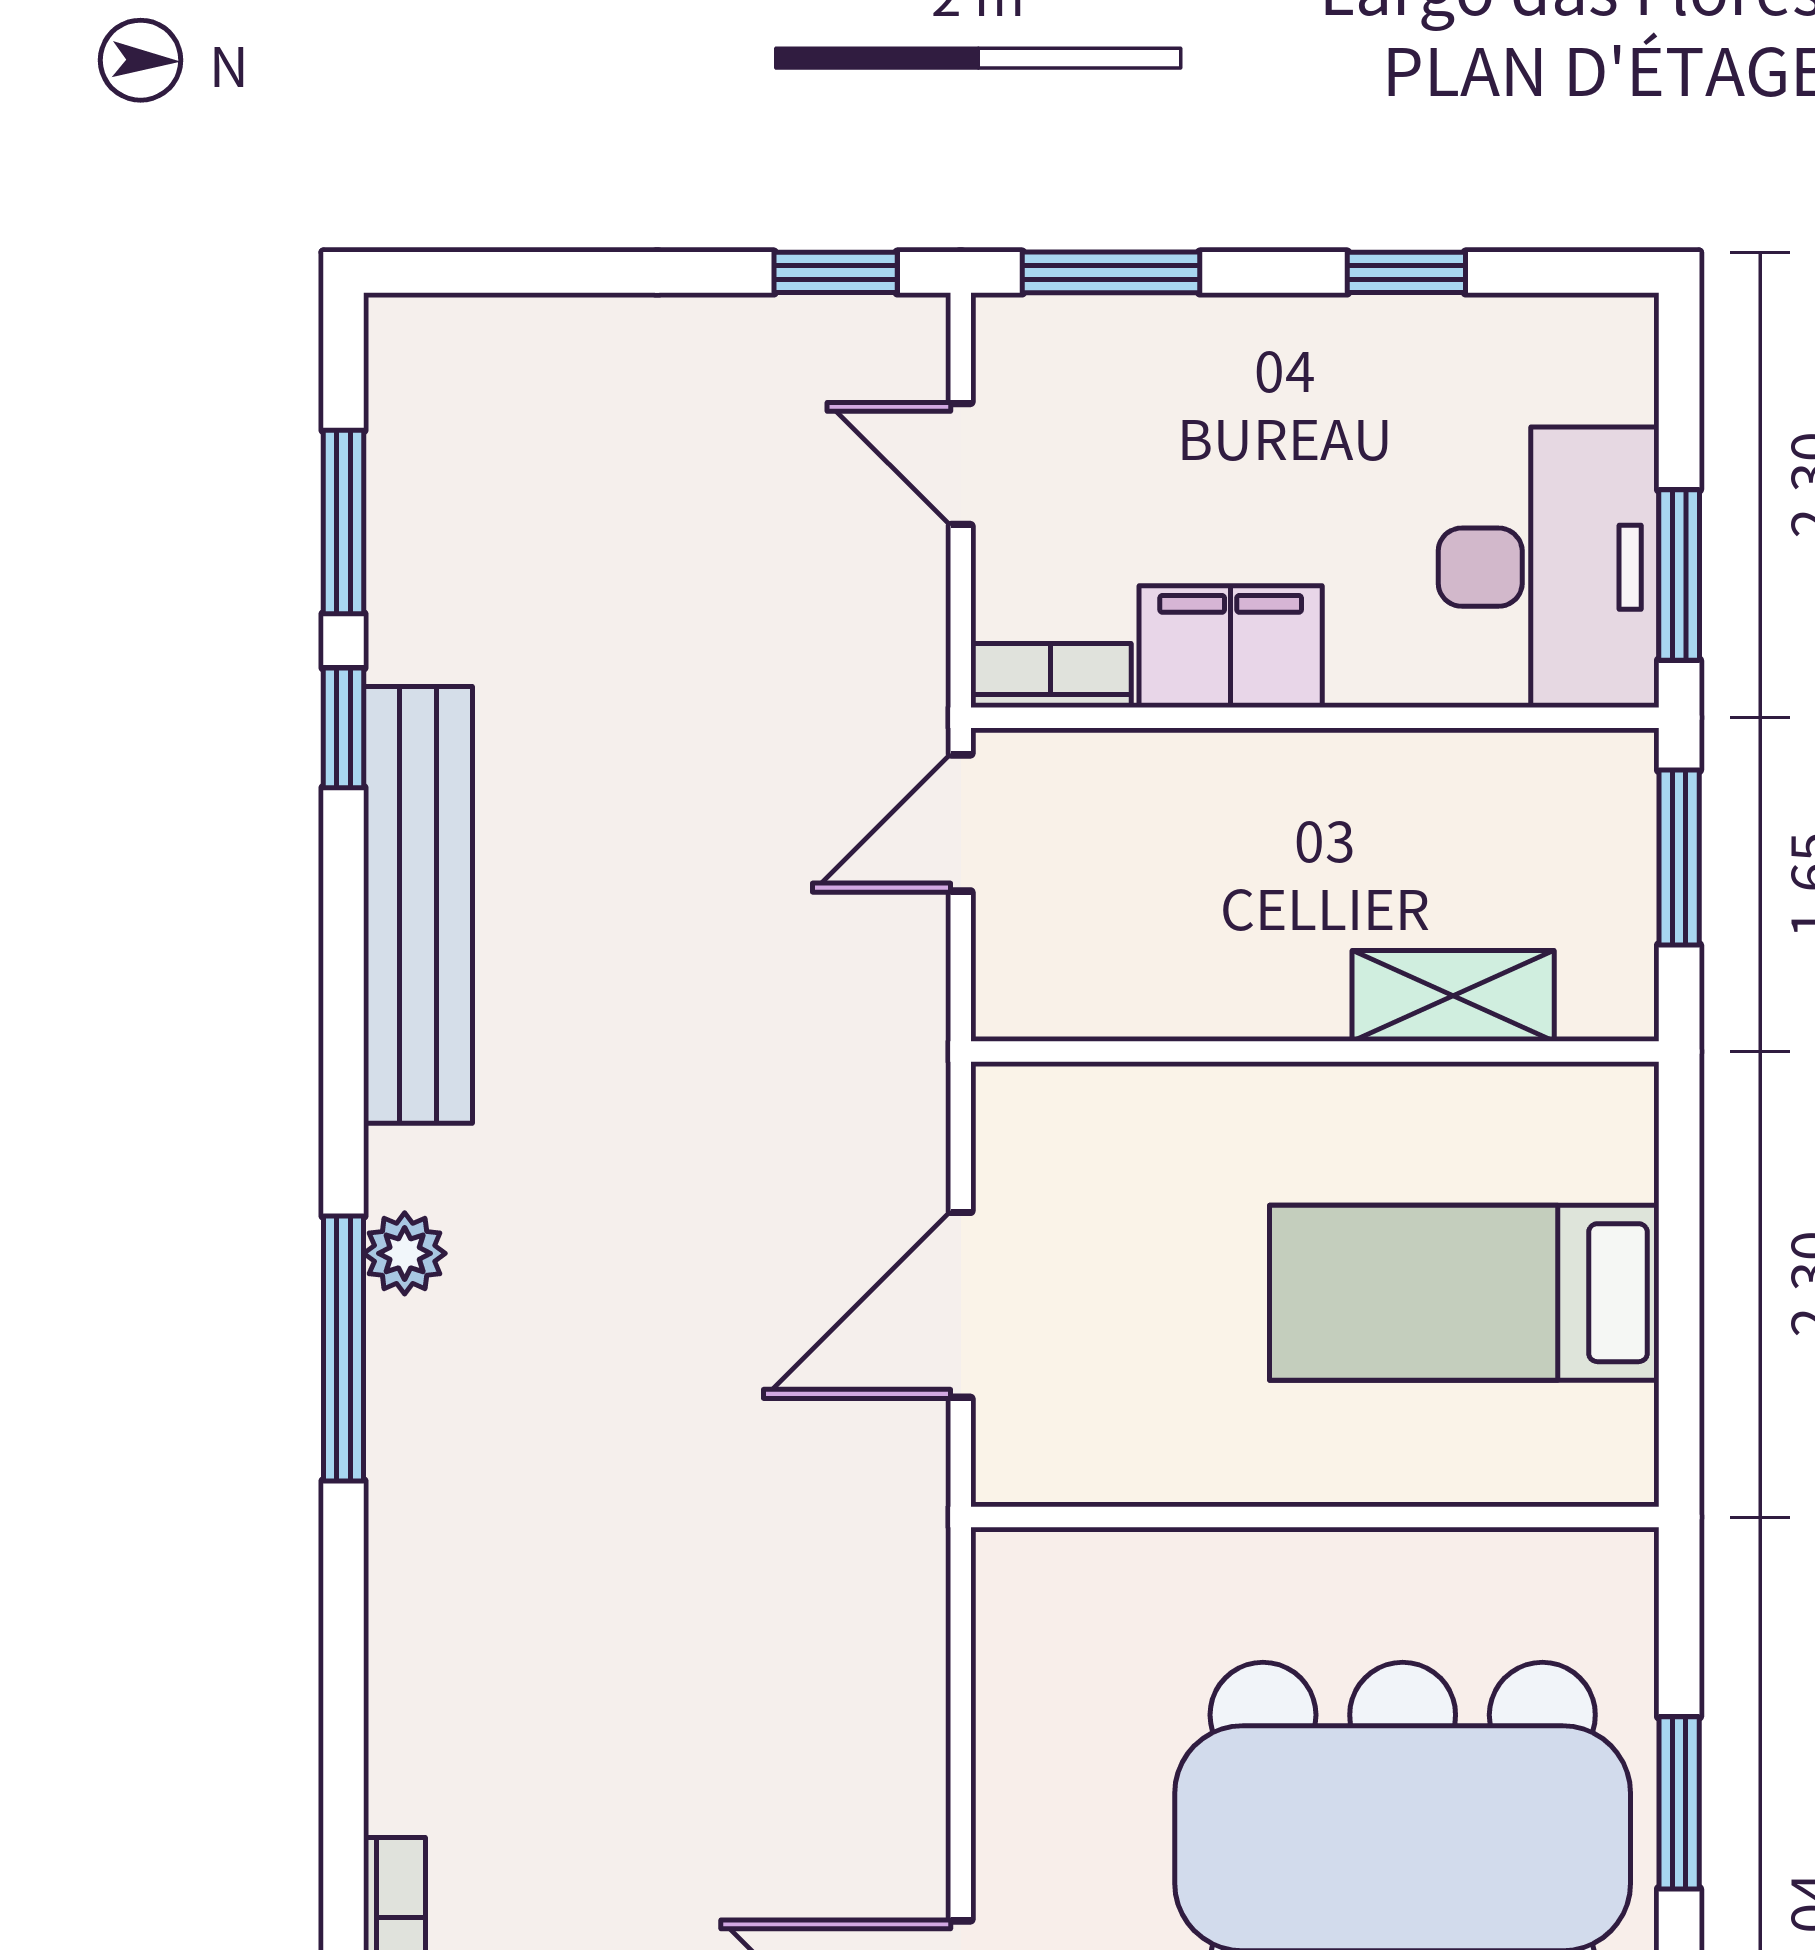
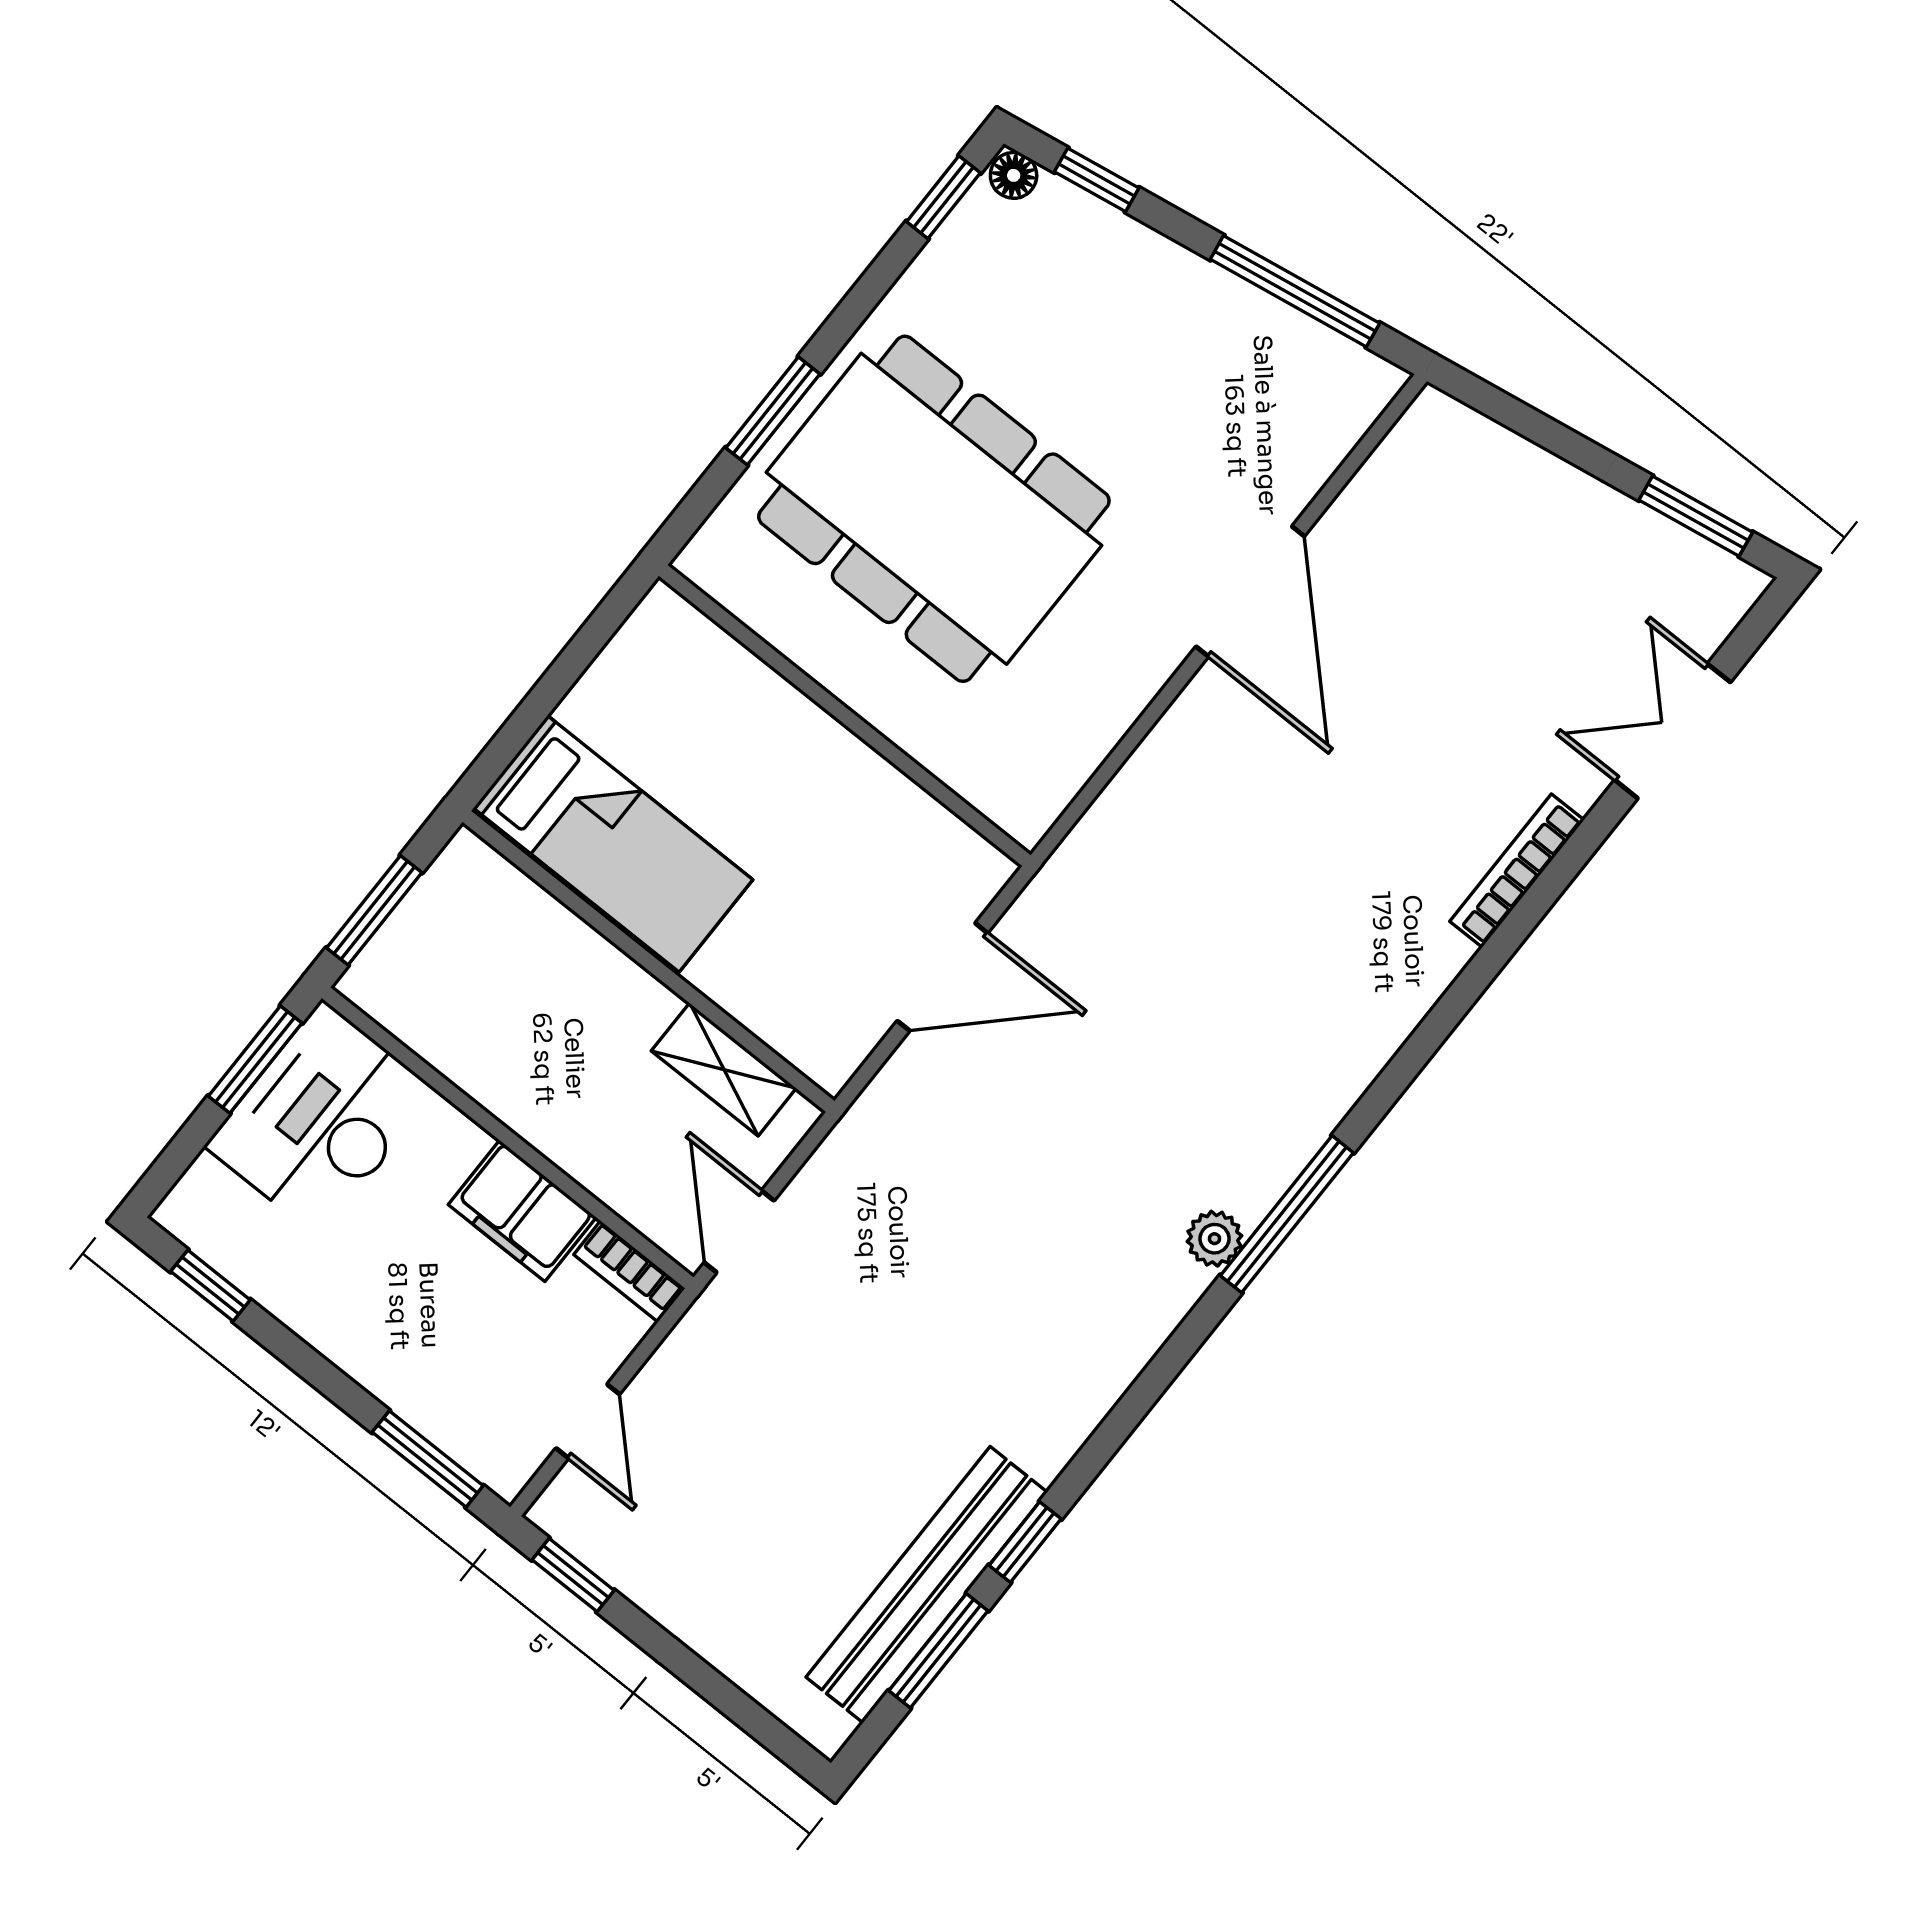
window: (1406, 272) -> (210, 1286), moved
door: (961, 823) -> (739, 1232), swing flipped
bench: (418, 905) -> (927, 1585), moved
shelving: (1453, 996) -> (724, 1070), moved
bed: (1464, 1293) -> (613, 844), moved

